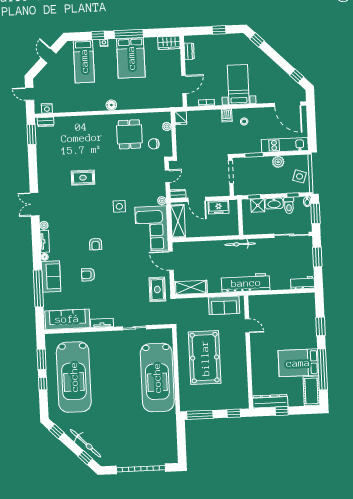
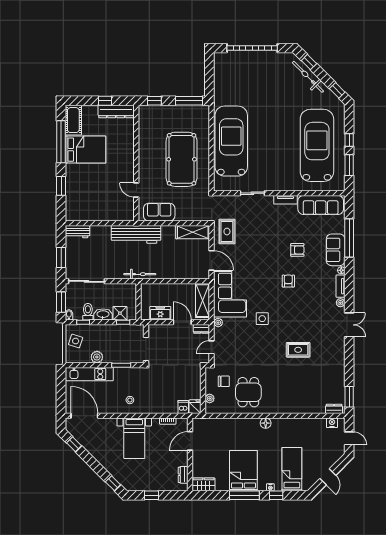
dishwasher: (227, 116) -> (183, 407), moved

